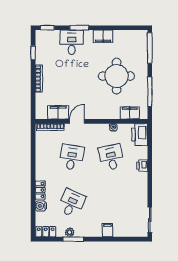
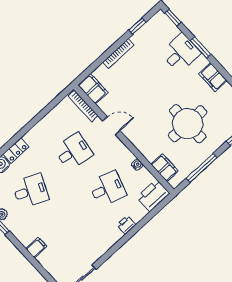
filing cabinet: (58, 112) -> (93, 89), moved
desk: (111, 157) -> (107, 189), turned 30

